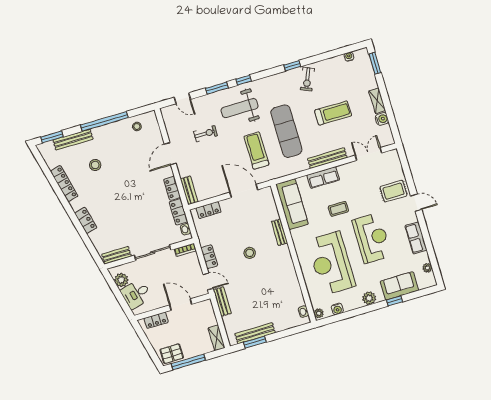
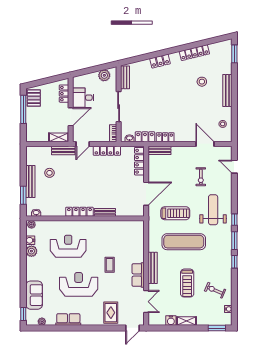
exercise bike: (307, 79) -> (215, 290), moved
window: (217, 88) -> (234, 241), moved
door: (182, 98) -> (234, 167), hinge flipped
window: (104, 121) -> (234, 99), removed
bench: (73, 140) -> (227, 91), moved
door: (170, 154) -> (205, 144), moved
row of seats: (323, 178) -> (138, 275), moved
door: (416, 203) -> (133, 328), moved
sofa: (292, 204) -> (124, 229), removed
locker: (209, 210) -> (139, 161), width x1.53
reception desk: (372, 238) -> (79, 284), turned 180
stool: (250, 253) -> (49, 173), moved
locker: (209, 257) -> (107, 151), width x1.53
locker: (287, 262) -> (79, 212), added
reception desk: (331, 263) -> (68, 246), width x0.74, depth x0.77
desk: (136, 294) -> (83, 98), moved, turned -76
plant: (369, 298) -> (31, 251), moved
window: (394, 301) -> (23, 314), moved
bench: (255, 333) -> (30, 182), moved
shelving: (217, 338) -> (59, 137), moved
window: (255, 342) -> (23, 195), moved

